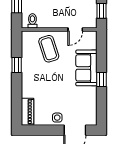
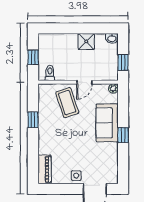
door: (75, 30) -> (84, 82), moved
plant: (92, 35) -> (113, 89), added

